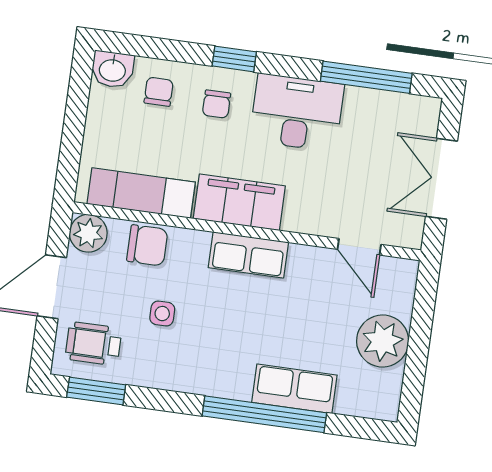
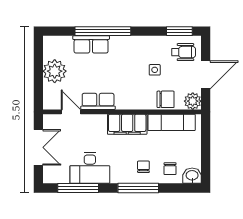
window: (234, 59) -> (138, 188), width x2.17
desk: (297, 112) -> (90, 168), moved
chair: (147, 245) -> (166, 99), turned 180
row of seats: (248, 255) -> (98, 101), moved

